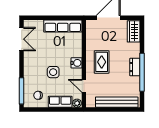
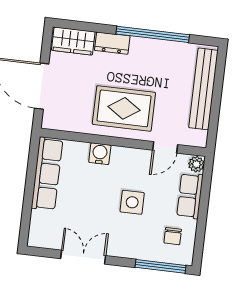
double door: (22, 39) -> (83, 257), moved
rug: (102, 62) -> (124, 108), width x1.36, depth x1.43
water cooler: (76, 63) -> (100, 154), moved
dresser: (135, 67) -> (112, 43), moved

